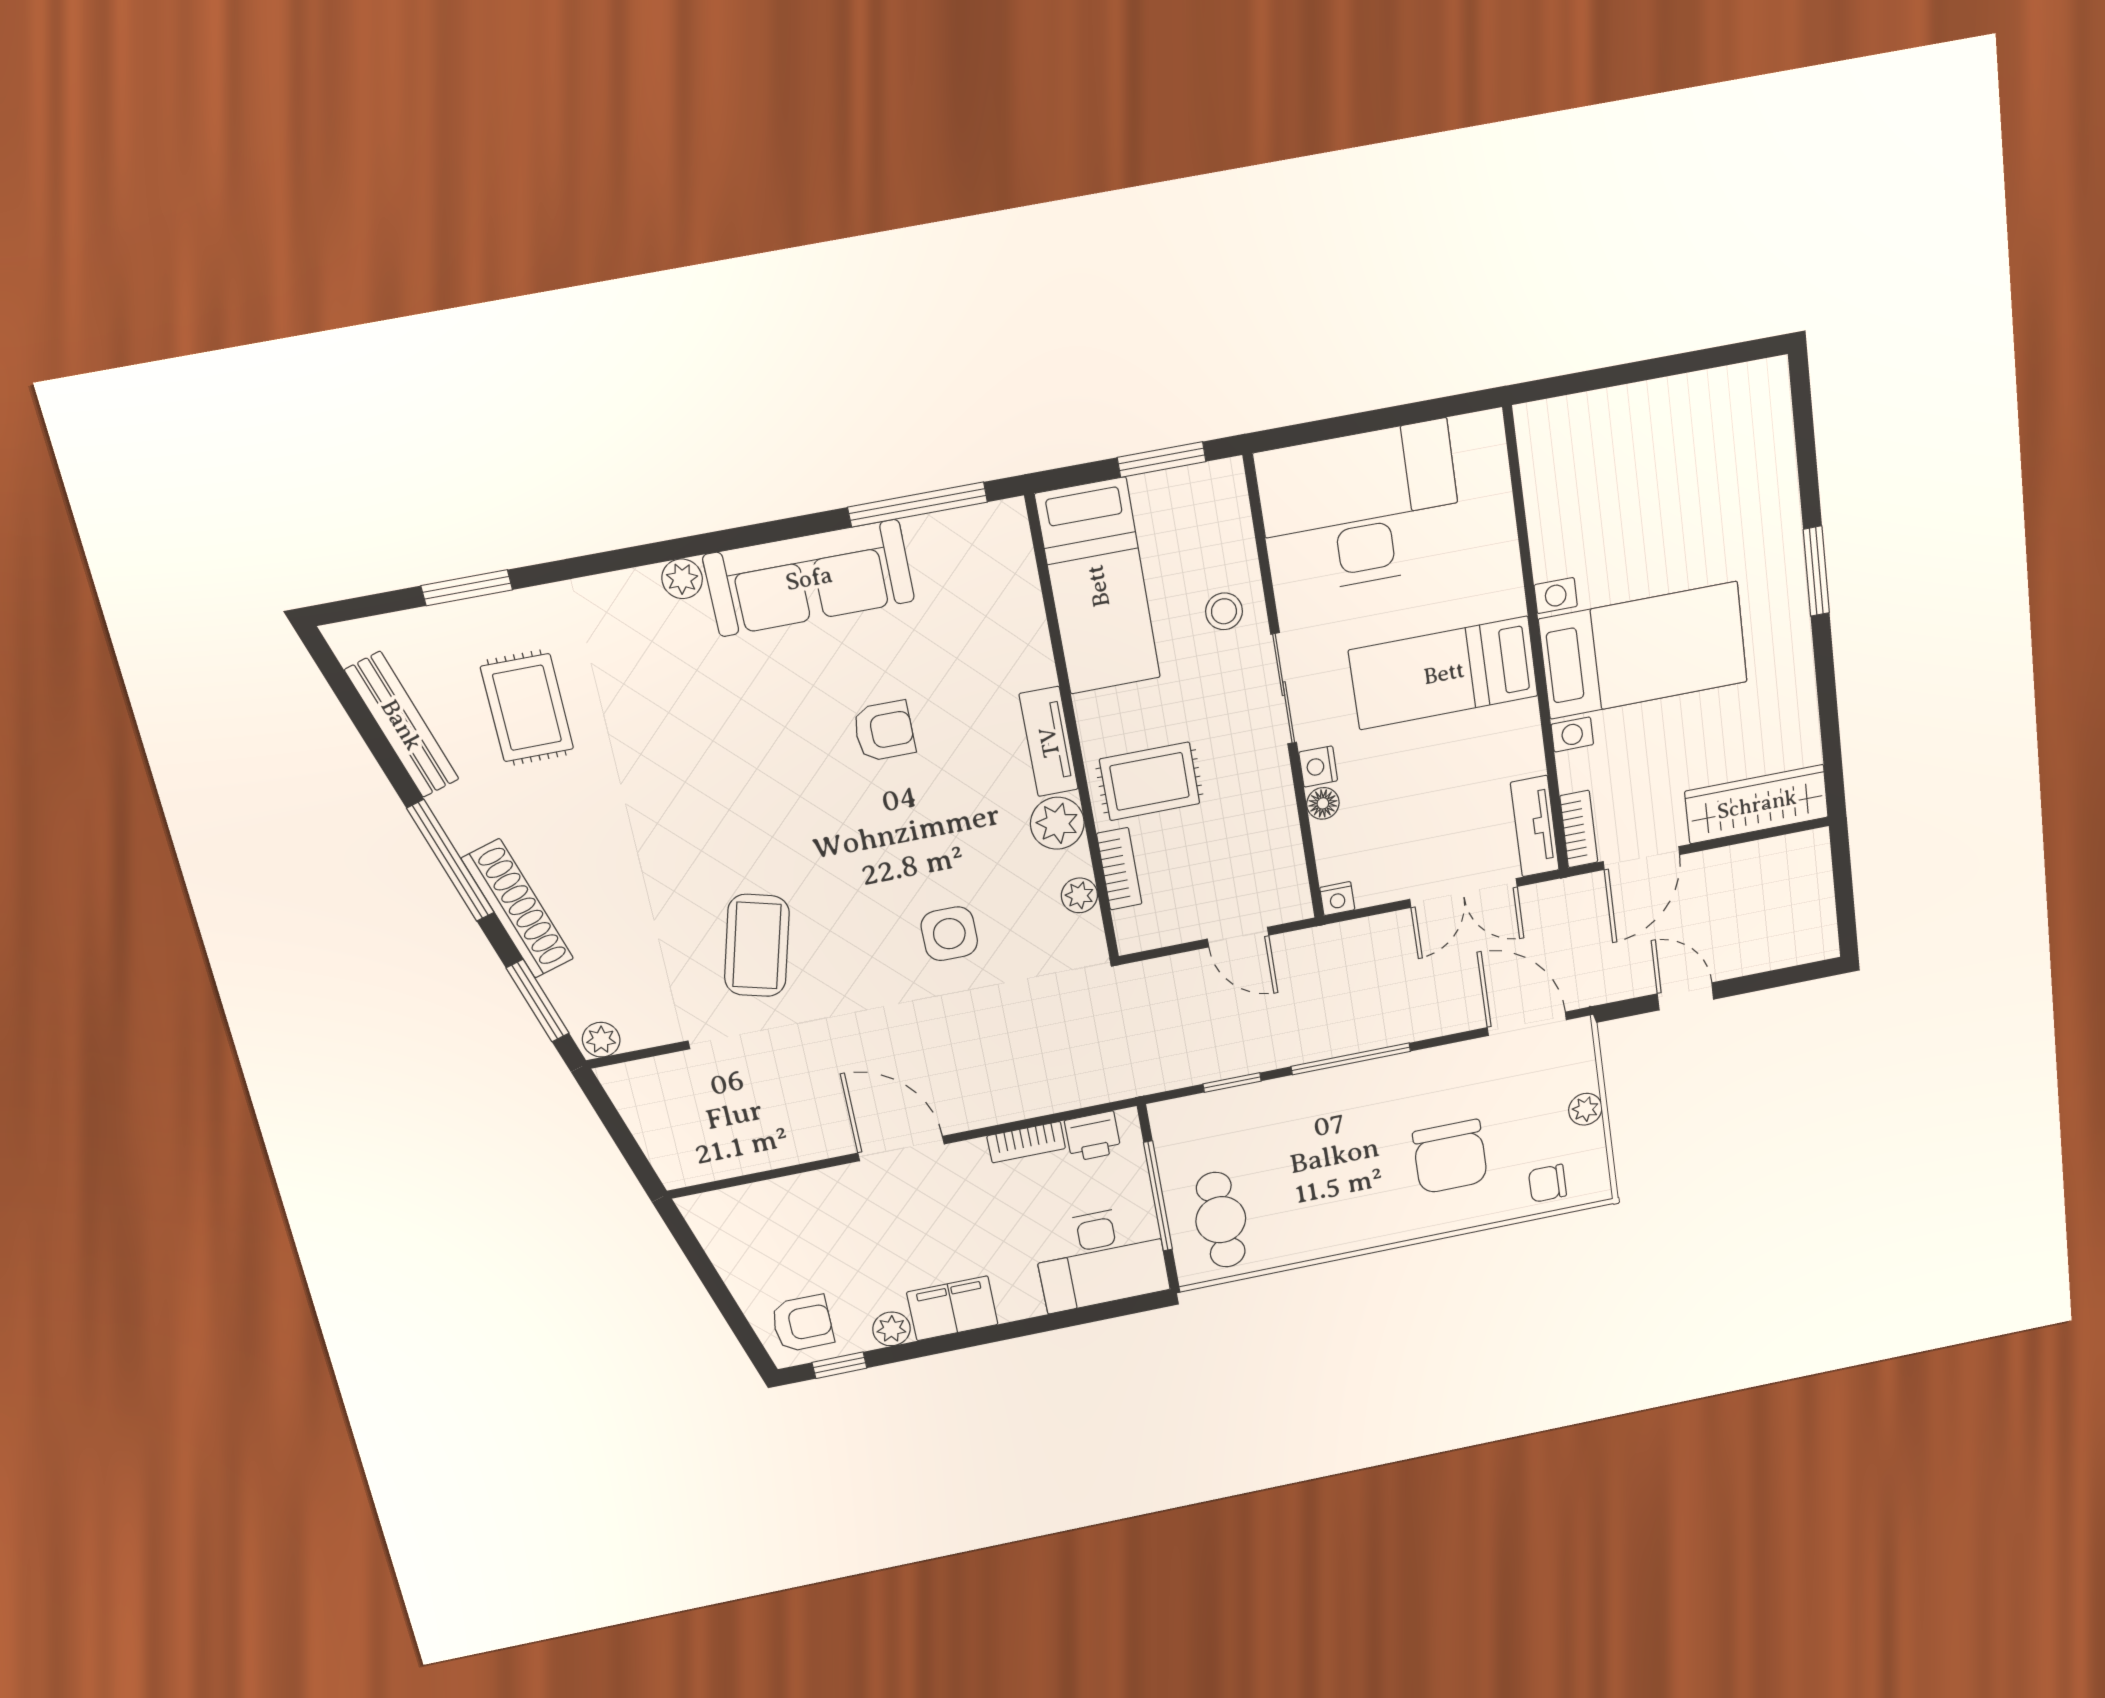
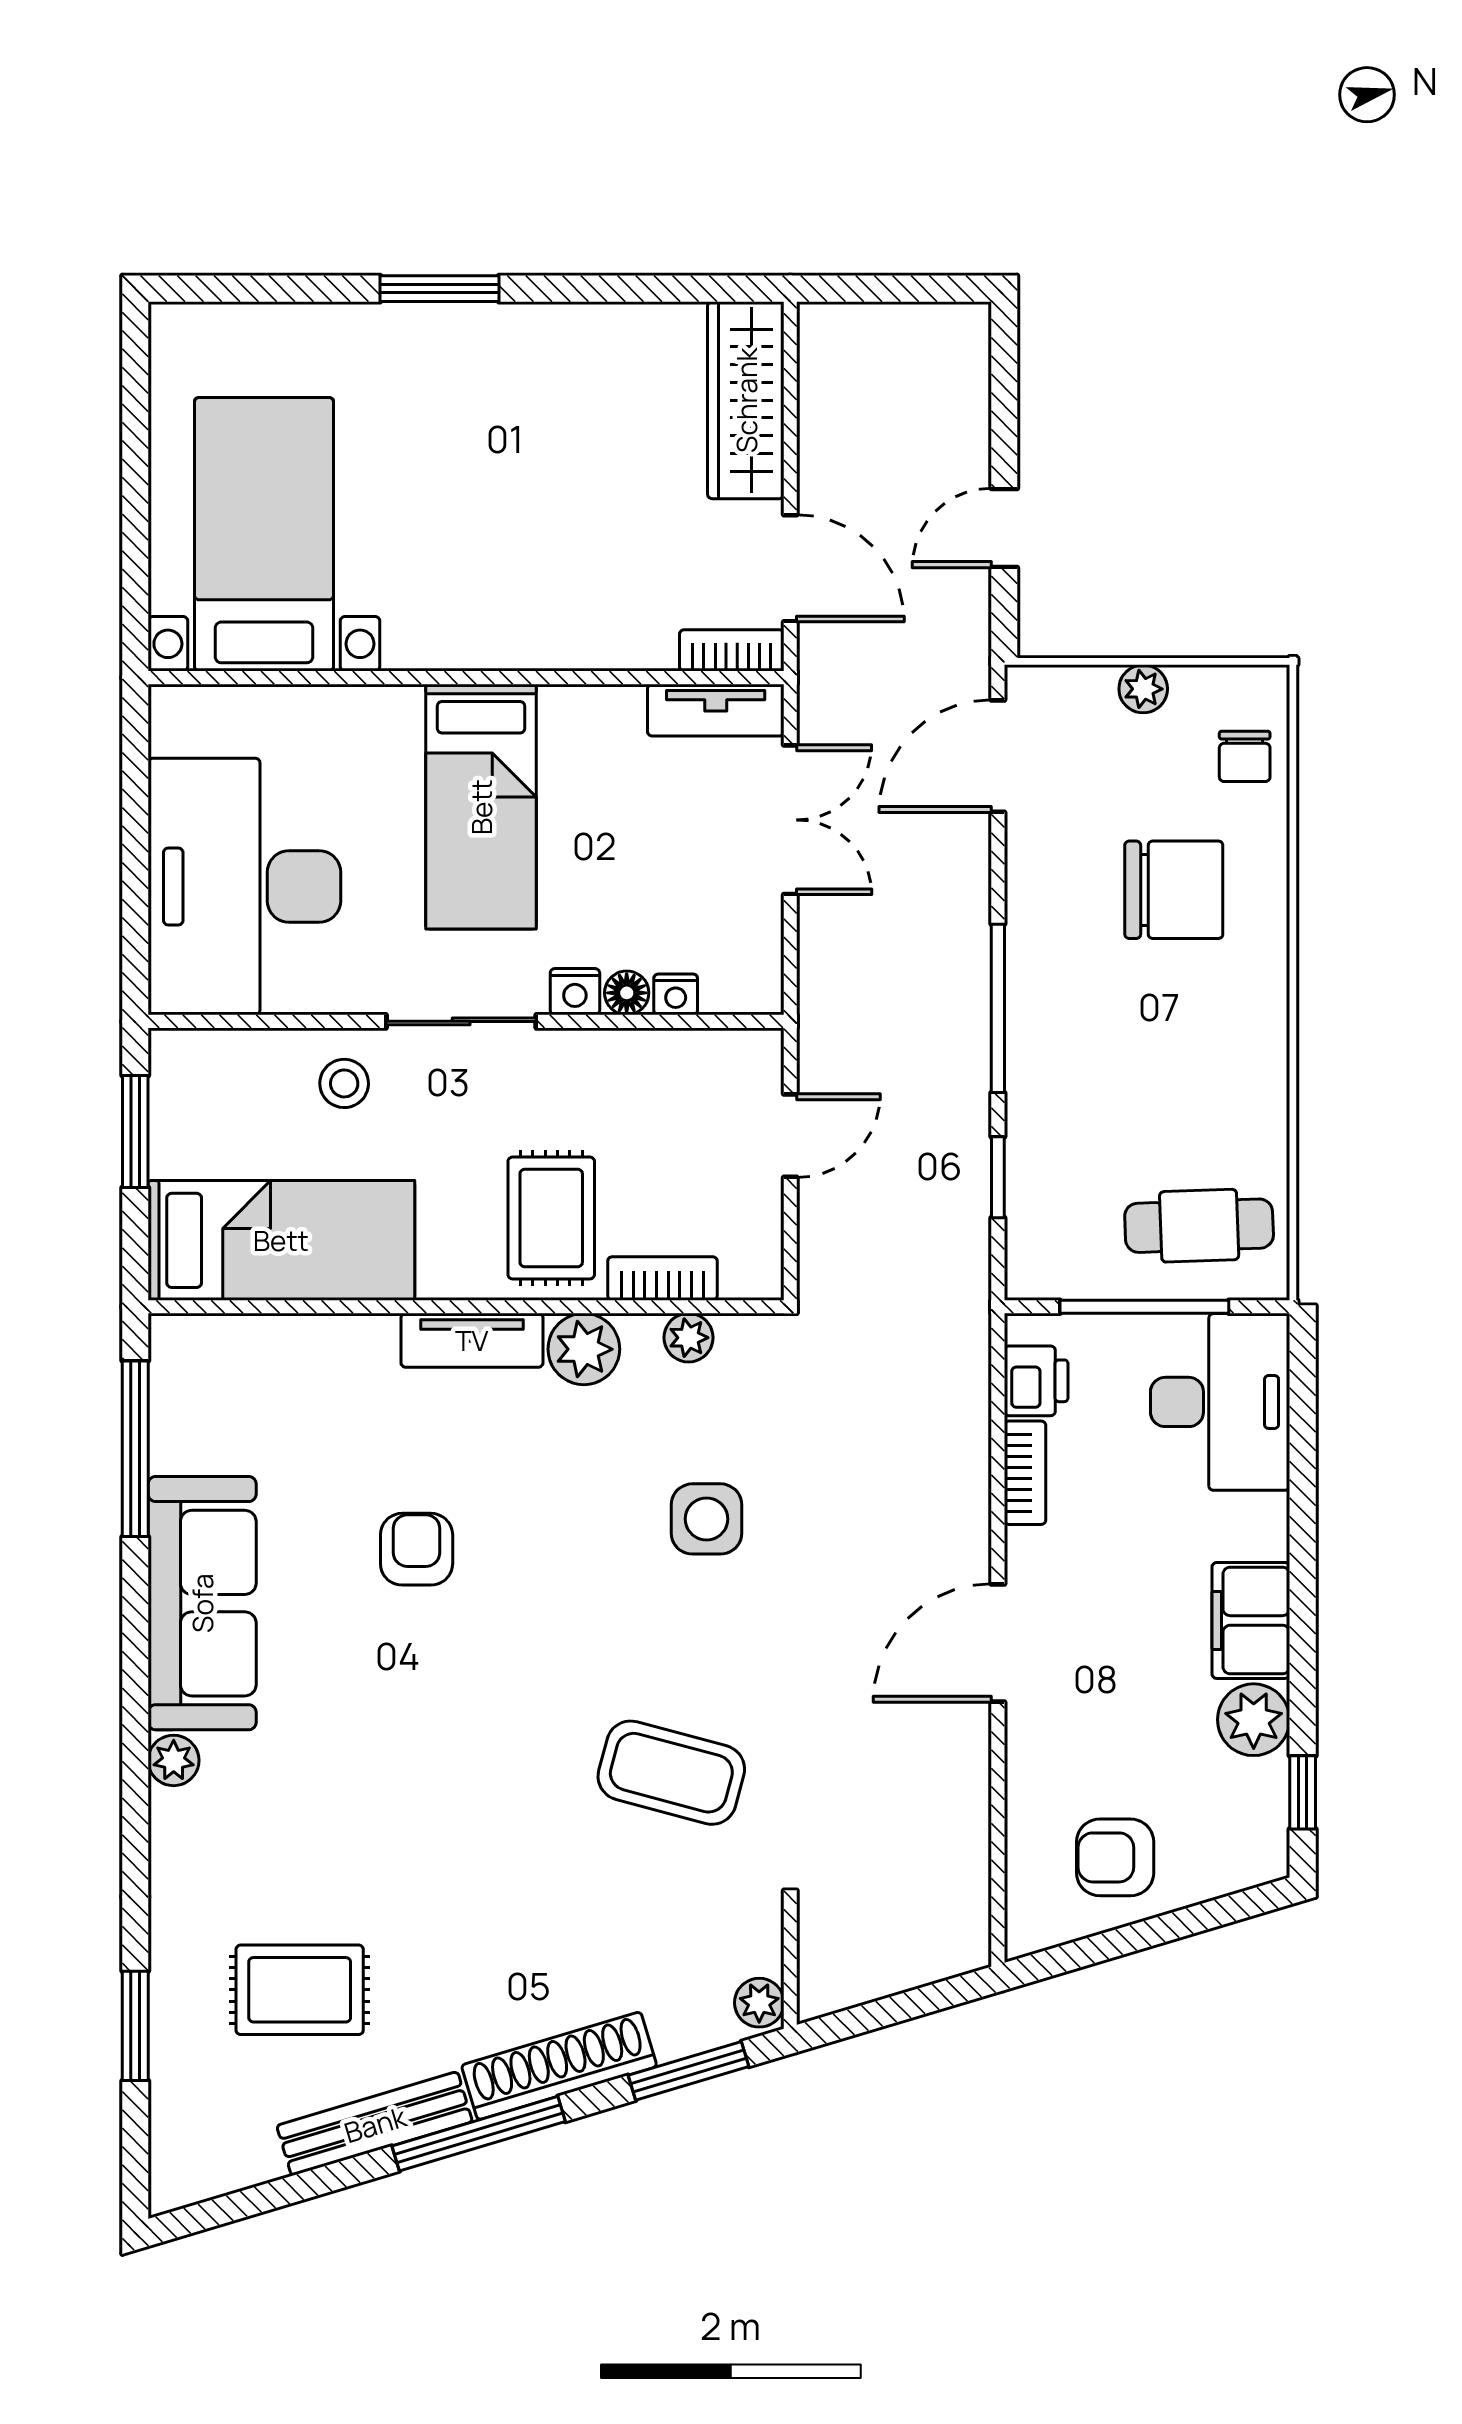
bed with nightstands: (1643, 650) -> (264, 534), moved
bench: (402, 725) -> (375, 2124), moved
nightstand: (1337, 899) -> (676, 994), moved, turned 90
armchair: (802, 1323) -> (1115, 1857), moved, turned -90
plant: (891, 1329) -> (1254, 1720), width x1.38, depth x1.38

